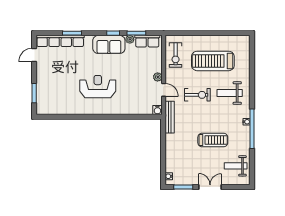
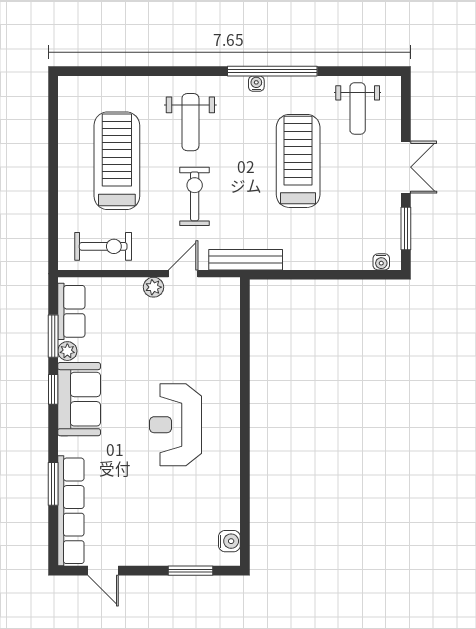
treadmill: (213, 61) -> (117, 161), turned 180
water cooler: (157, 110) -> (229, 541), moved
treadmill: (213, 140) -> (298, 161), width x1.37, depth x1.38
double door: (210, 187) -> (406, 167), swing flipped

